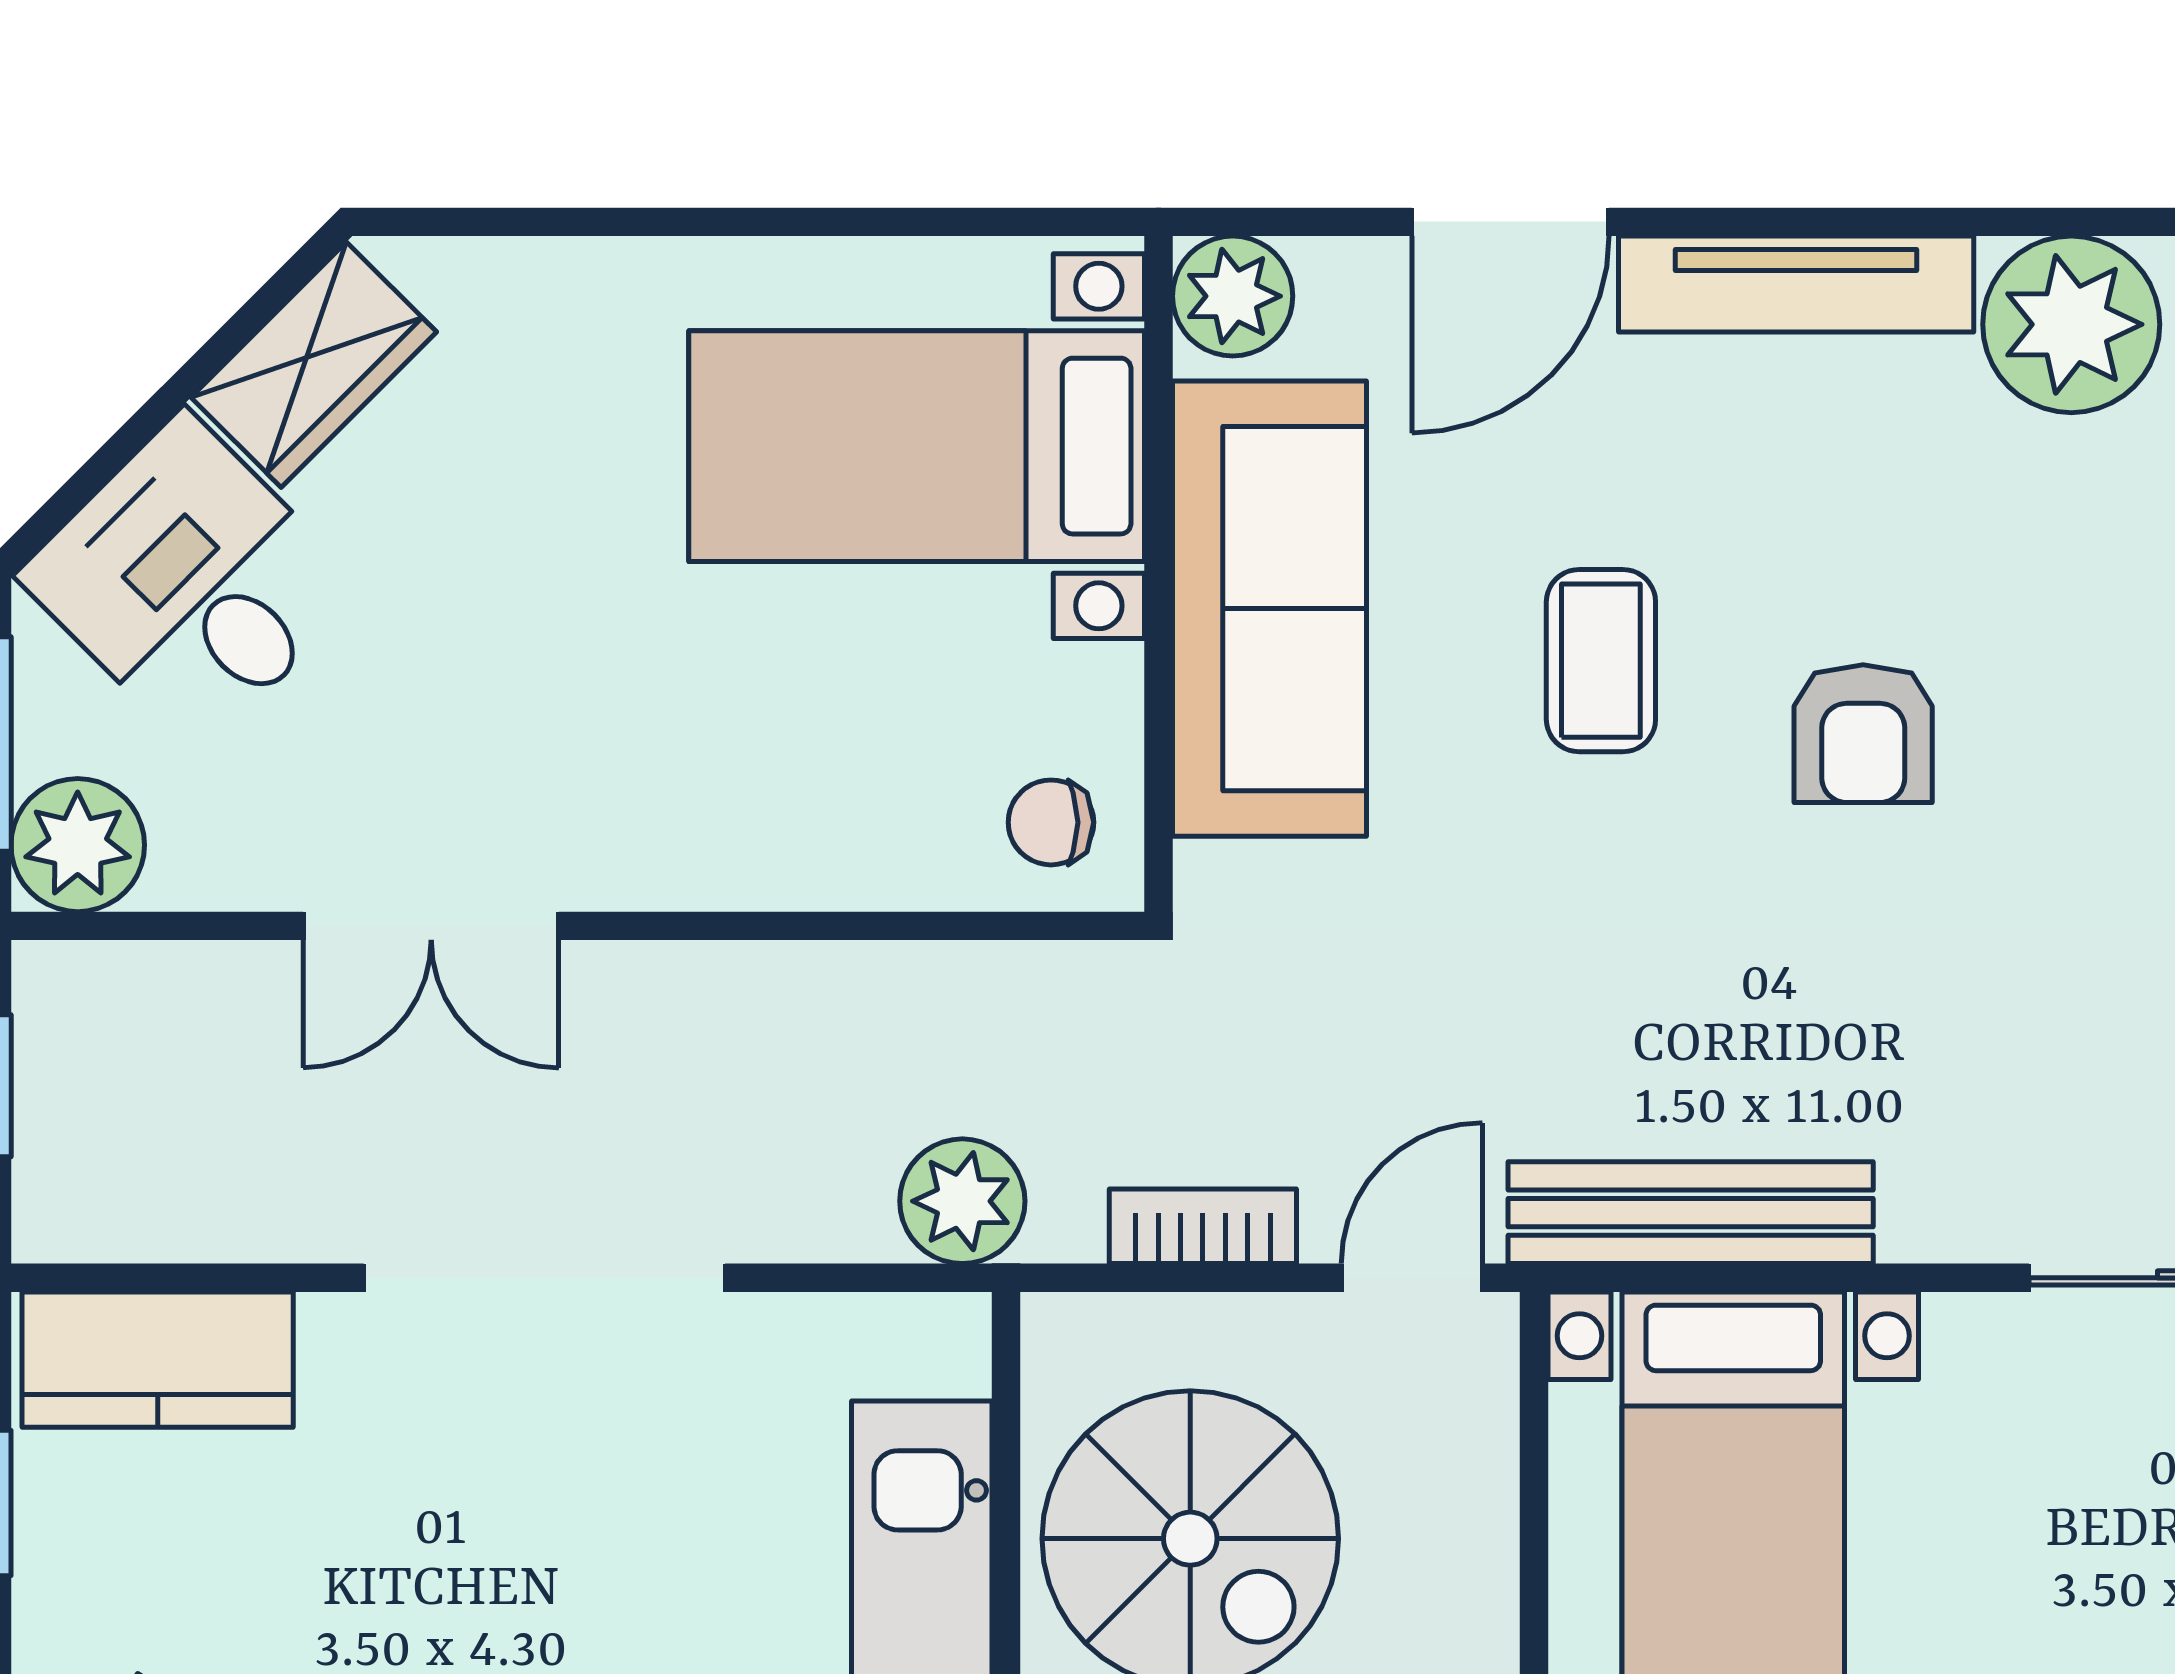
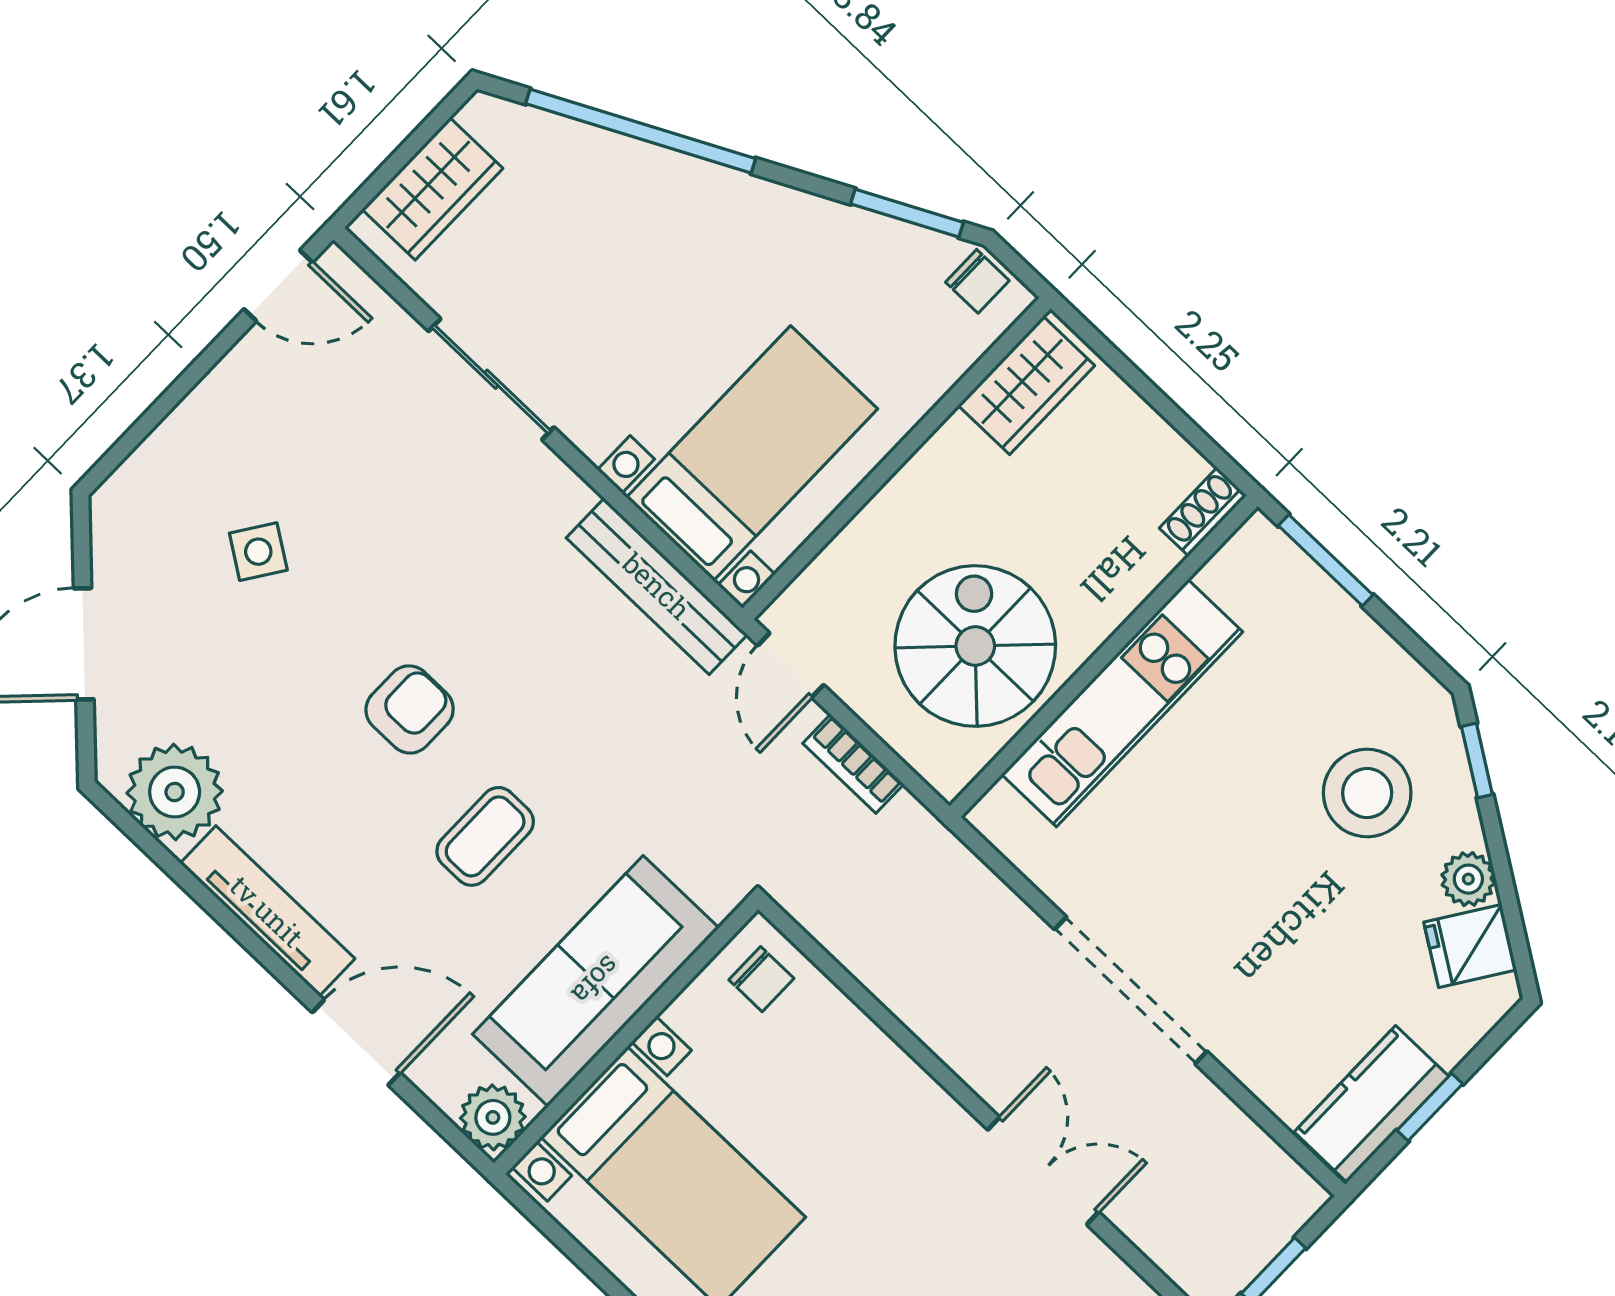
plant: (962, 1201) -> (938, 864), removed
door: (1412, 1278) -> (791, 665), hinge flipped
kitchen counter: (158, 1360) -> (1371, 1104), moved, turned -90

